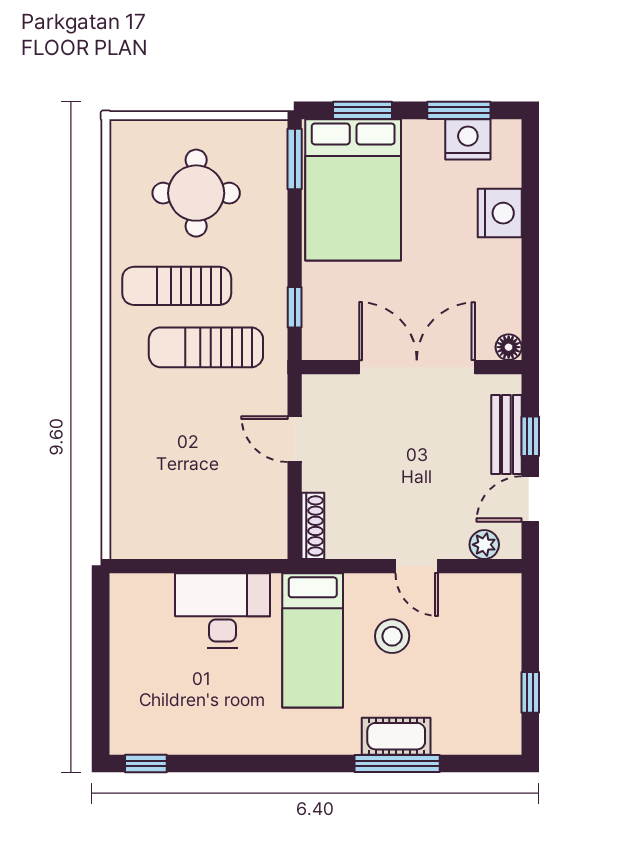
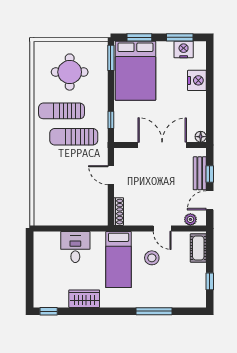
desk: (223, 610) -> (75, 247), width x0.73
wardrobe: (231, 734) -> (84, 299), added
cot: (396, 736) -> (198, 248), moved, turned 90

